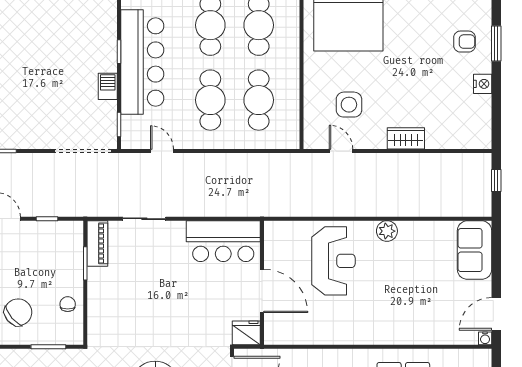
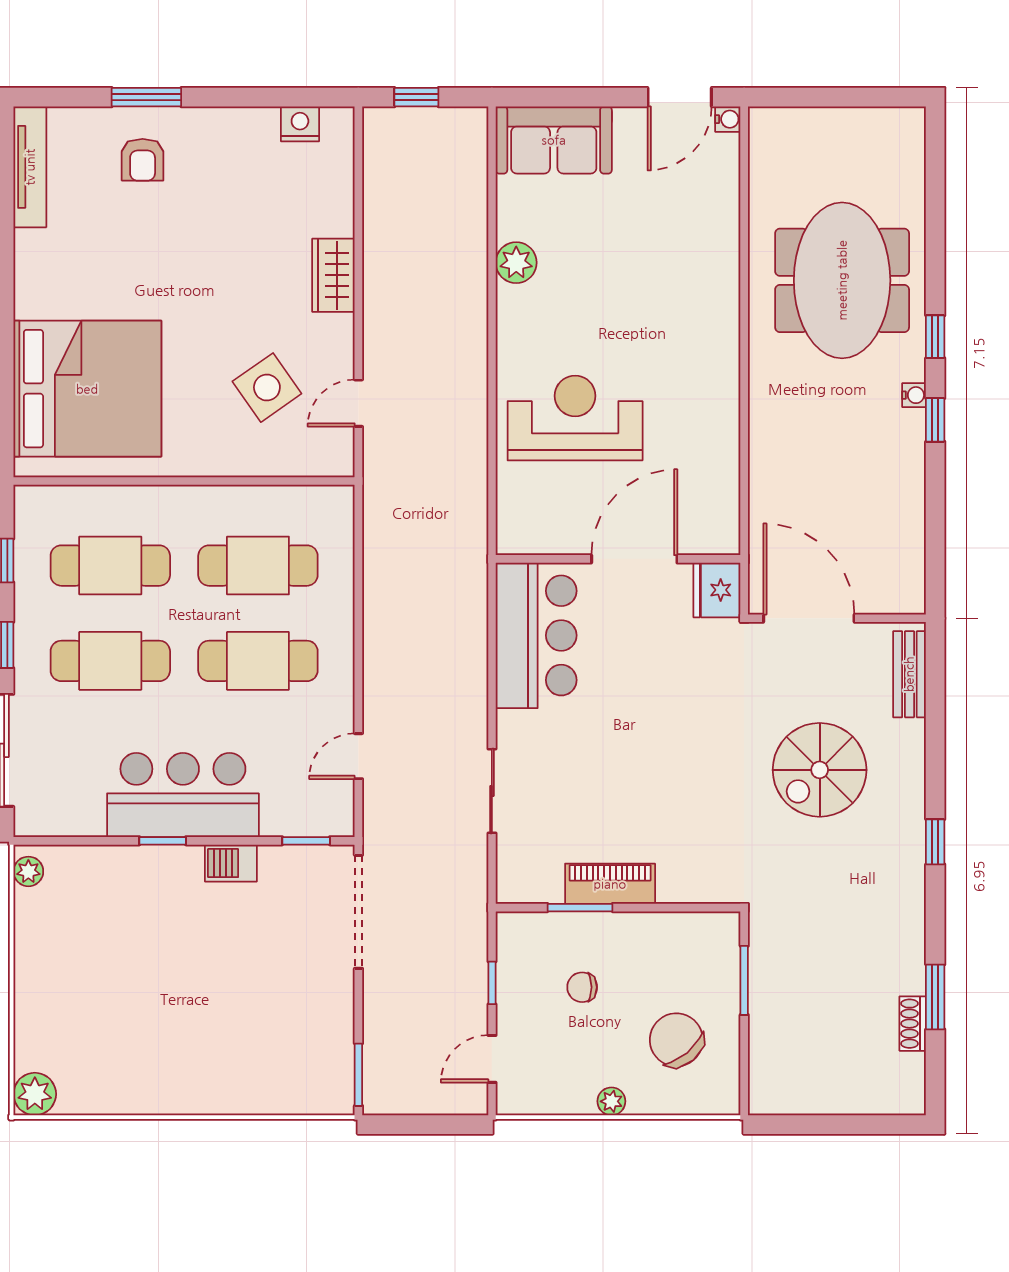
armchair: (464, 42) -> (143, 160), turned 180
bar counter: (142, 62) -> (183, 795), width x0.73
nightstand: (483, 84) -> (300, 124), moved
side table: (349, 105) -> (267, 388), turned -35
plant: (387, 231) -> (516, 263), moved
piano: (97, 243) -> (610, 884), moved
chair: (68, 304) -> (582, 987), moved
door: (496, 314) -> (680, 97), hinge flipped

